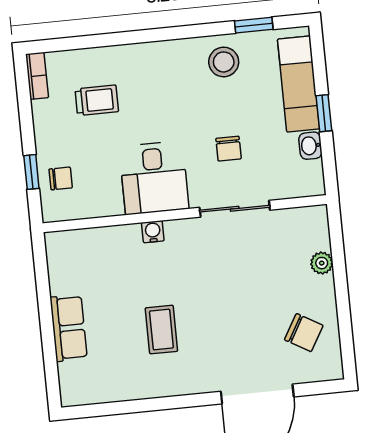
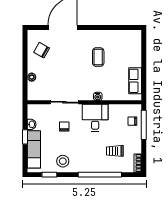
window: (128, 38) -> (100, 175), added
window: (31, 172) -> (144, 125), width x2.17
row of seats: (69, 328) -> (135, 81), moved

